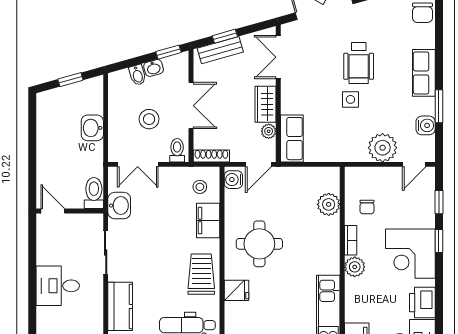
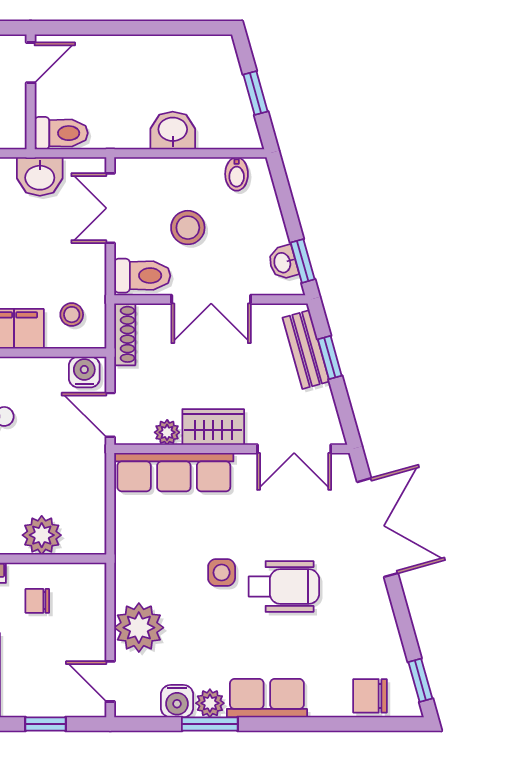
double door: (278, 57) -> (294, 449), swing flipped
wheelchair: (359, 63) -> (284, 587), turned 180
washbasin: (154, 68) -> (283, 262), moved
bidet: (137, 75) -> (237, 174), moved, turned -74
plant: (427, 106) -> (210, 703), added
row of seats: (292, 139) -> (174, 472), width x1.48
toilet: (177, 150) -> (142, 276), width x1.37, depth x1.39

